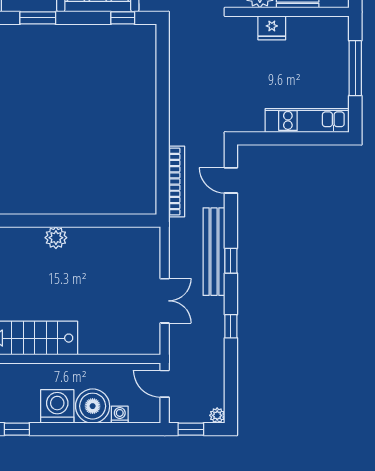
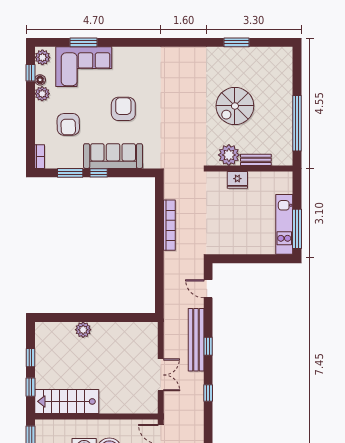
window: (123, 18) -> (99, 173), moved
window: (355, 68) -> (297, 229), moved
kitchen unit: (307, 120) -> (284, 224), moved, turned -90
bookcase: (177, 182) -> (169, 225), moved

